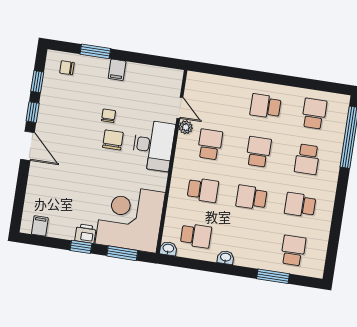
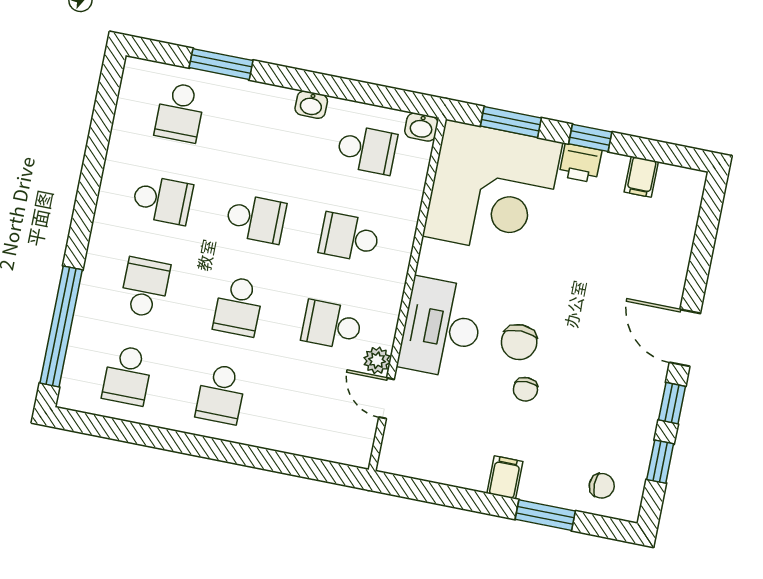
school desk: (265, 106) -> (221, 394), turned 90
school desk: (210, 144) -> (332, 325), turned 90
filing cabinet: (40, 226) -> (641, 177), moved
school desk: (196, 236) -> (367, 150), turned 180

